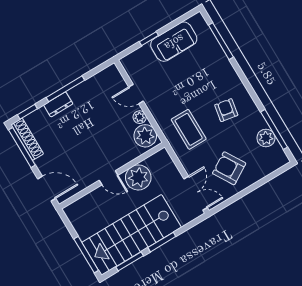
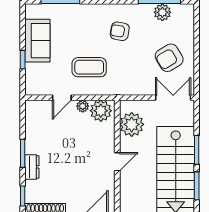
window: (65, 89) -> (23, 153), width x0.69
coffee table: (189, 129) -> (89, 67), moved
plant: (138, 177) -> (132, 124), moved

